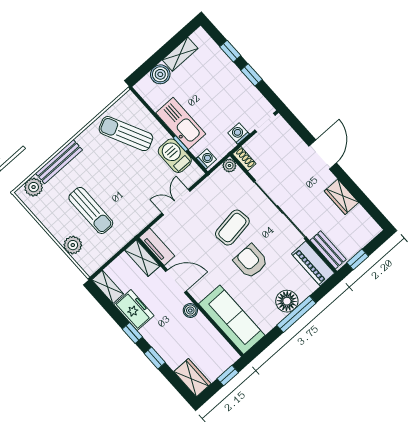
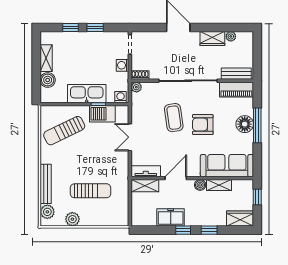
plant: (359, 213) -> (231, 36), added
plant: (73, 245) -> (72, 219), moved
window: (358, 259) -> (257, 62), removed
shelving: (108, 287) -> (219, 185), moved

